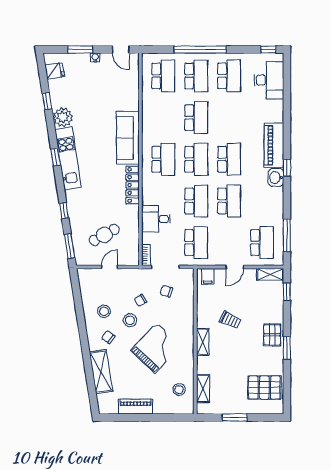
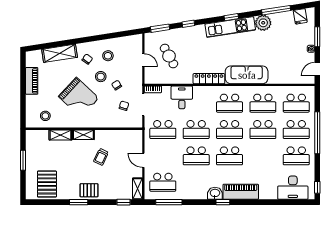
window: (47, 101) -> (276, 10), width x2.17
school desk: (163, 118) -> (263, 103), added
filing cabinet: (208, 276) -> (136, 139), removed
shelving: (203, 389) -> (60, 135), moved

